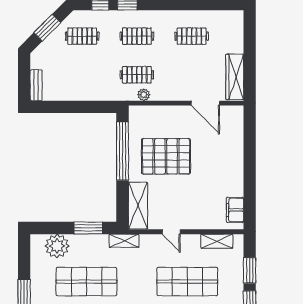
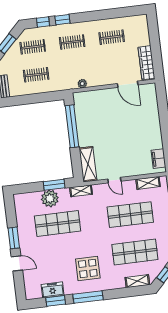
clothes rail: (137, 75) -> (36, 75), moved
pallet: (166, 156) -> (104, 126), removed
plant: (57, 246) -> (50, 198), moved

